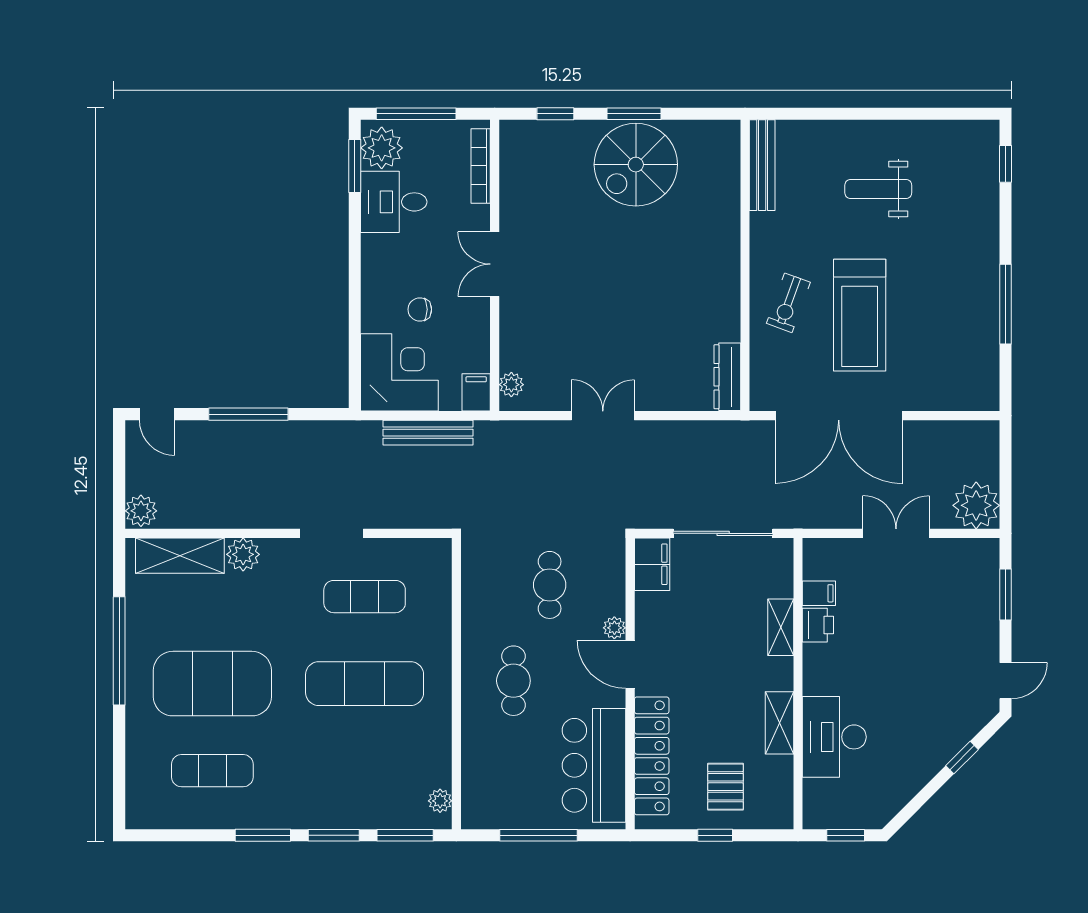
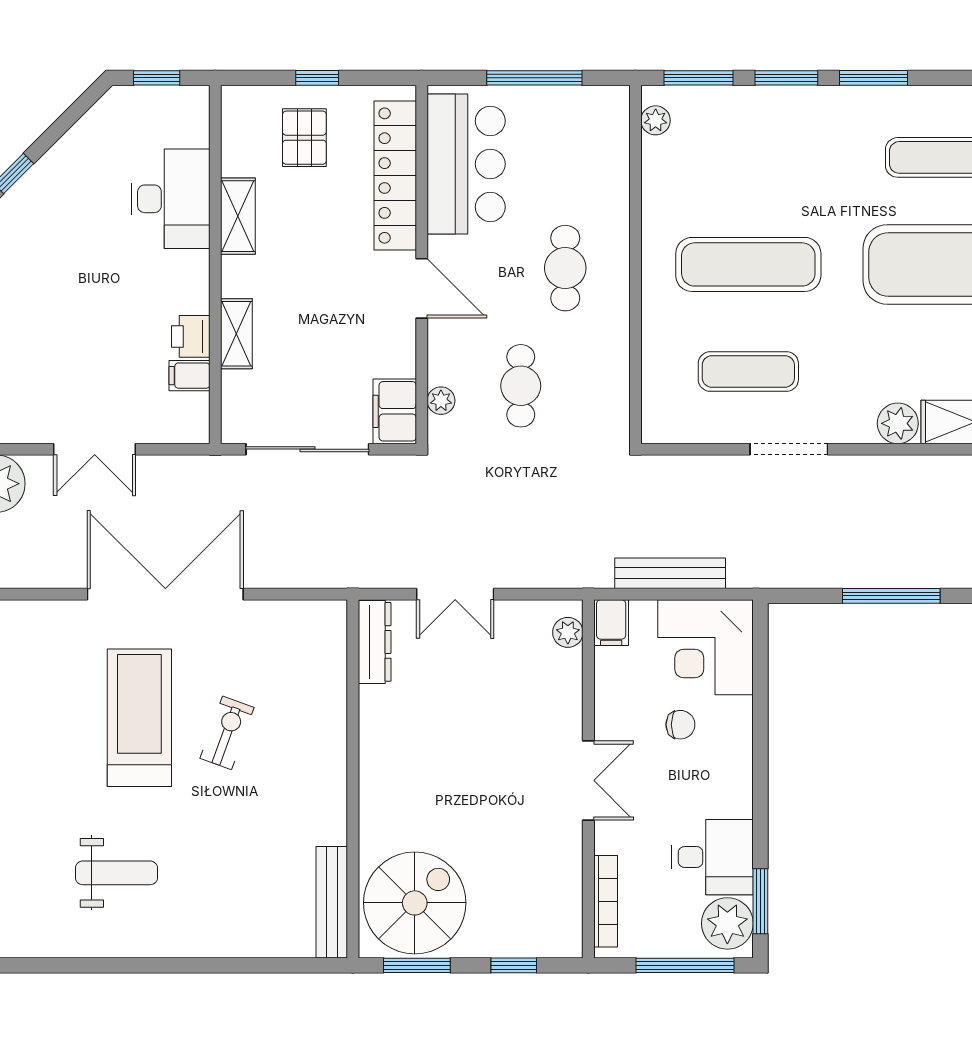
bench: (762, 165) -> (332, 902), moved
wall: (745, 265) -> (353, 779), moved
dresser: (727, 377) -> (375, 642), moved
plant: (614, 628) -> (441, 401), moved

